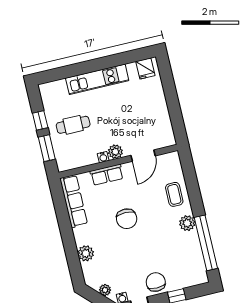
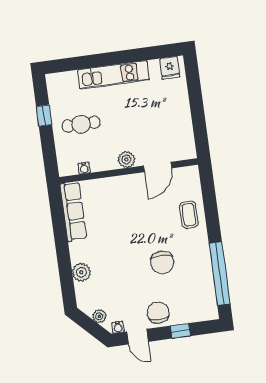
window: (47, 148) -> (48, 148), removed
water cooler: (103, 157) -> (84, 168), moved
row of seats: (107, 175) -> (114, 185), removed
chair: (127, 219) -> (162, 262), moved
plant: (187, 223) -> (201, 249), removed

